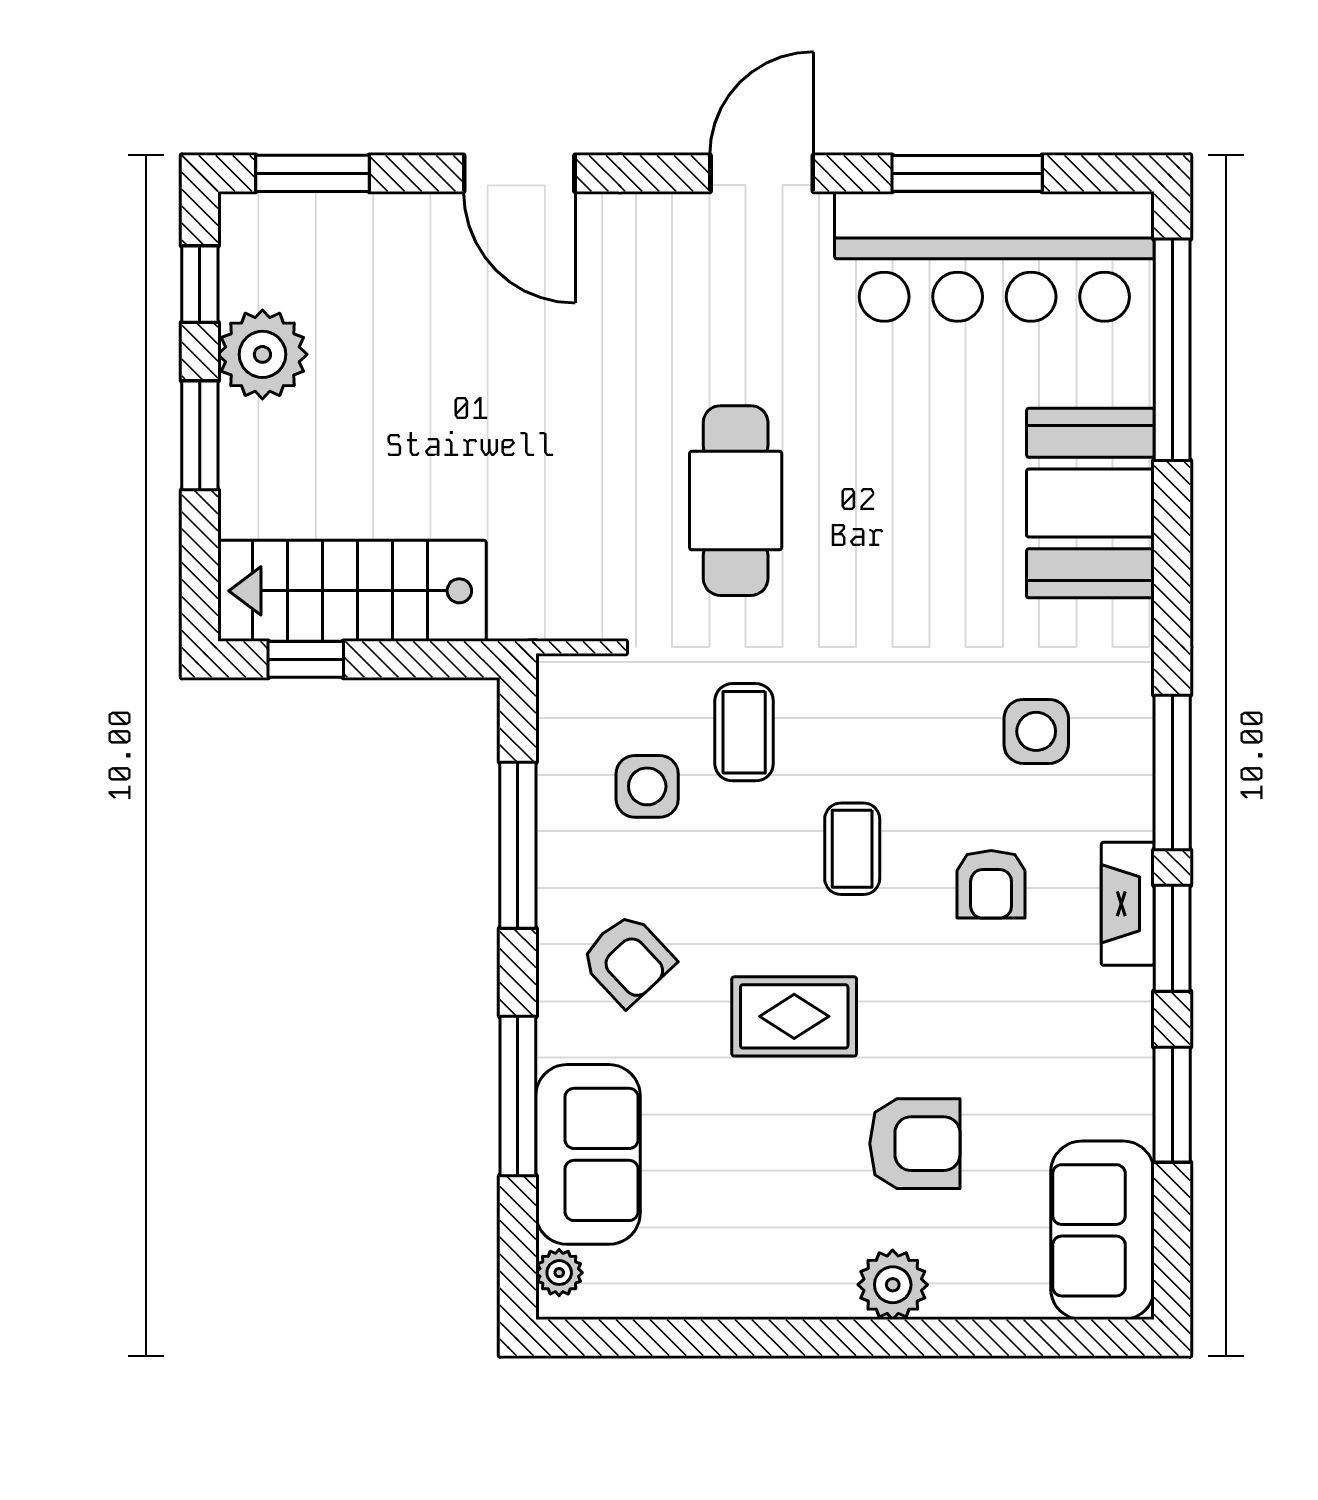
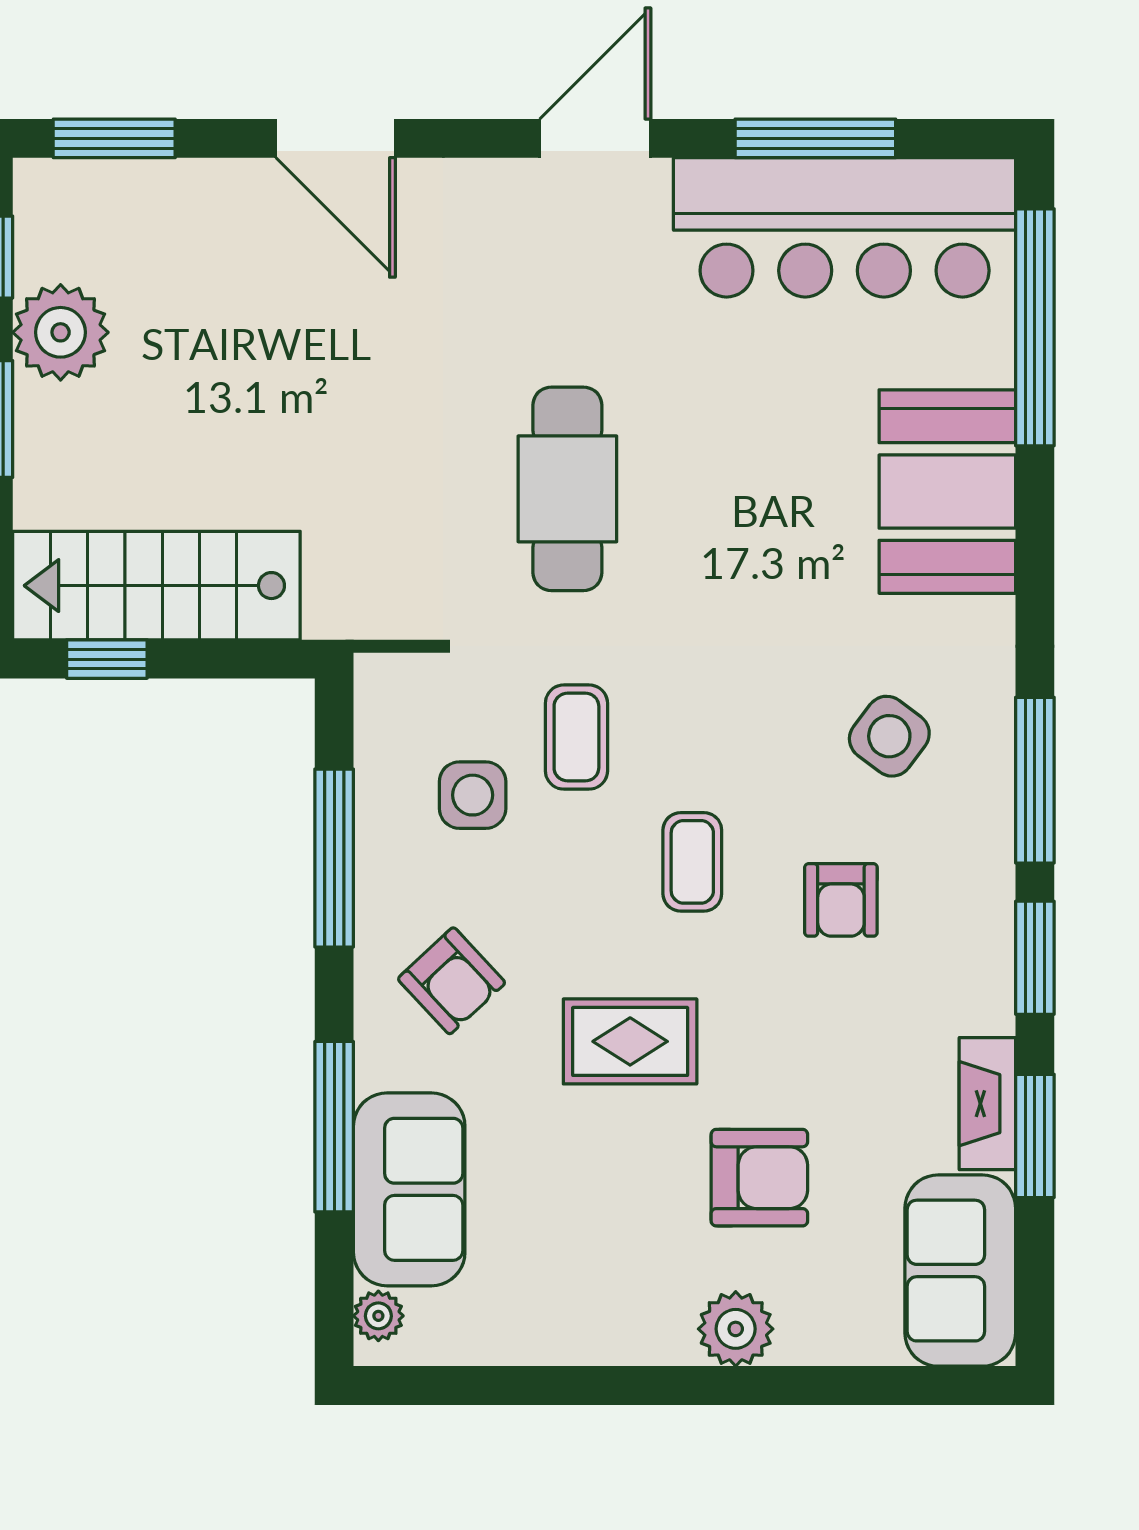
side table: (1036, 731) -> (889, 736), turned 37
fireplace: (1128, 904) -> (987, 1104), moved

